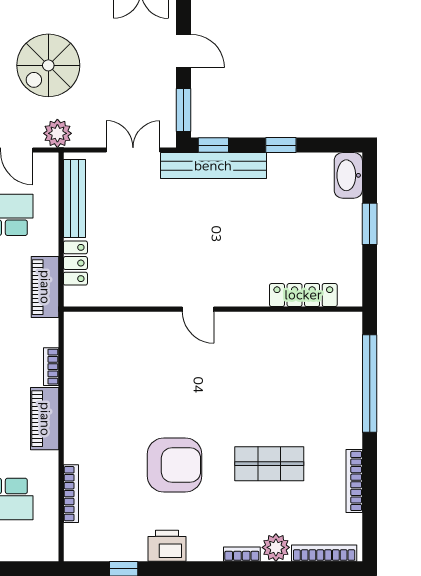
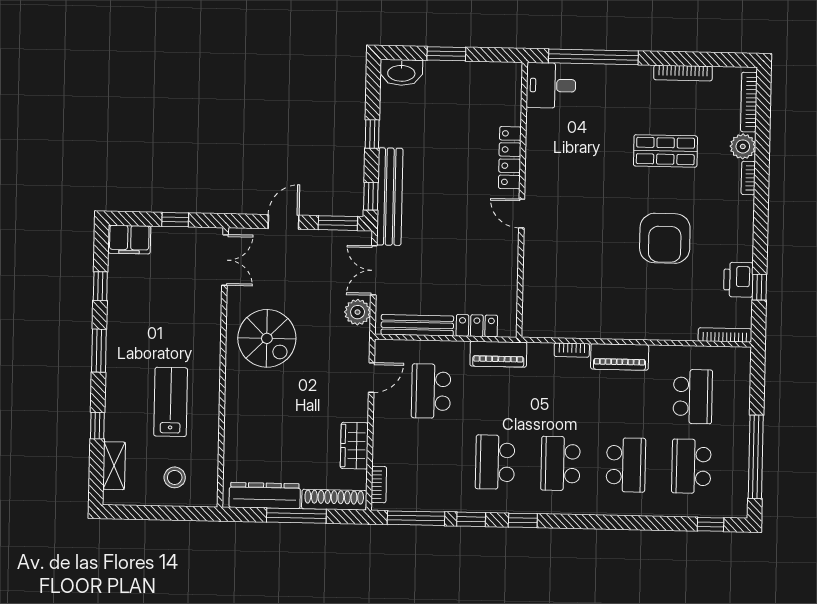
spiral stairs: (48, 65) -> (267, 338), moved
plant: (57, 133) -> (358, 312), moved
locker: (303, 295) -> (510, 158), moved
door: (198, 309) -> (522, 214), swing flipped
desk: (338, 338) -> (551, 85), added
shop shelf: (269, 464) -> (665, 151), turned 90
armchair: (174, 465) -> (665, 238), turned 180
bookcase: (71, 494) -> (725, 335), moved
printer: (167, 546) -> (738, 280), moved

